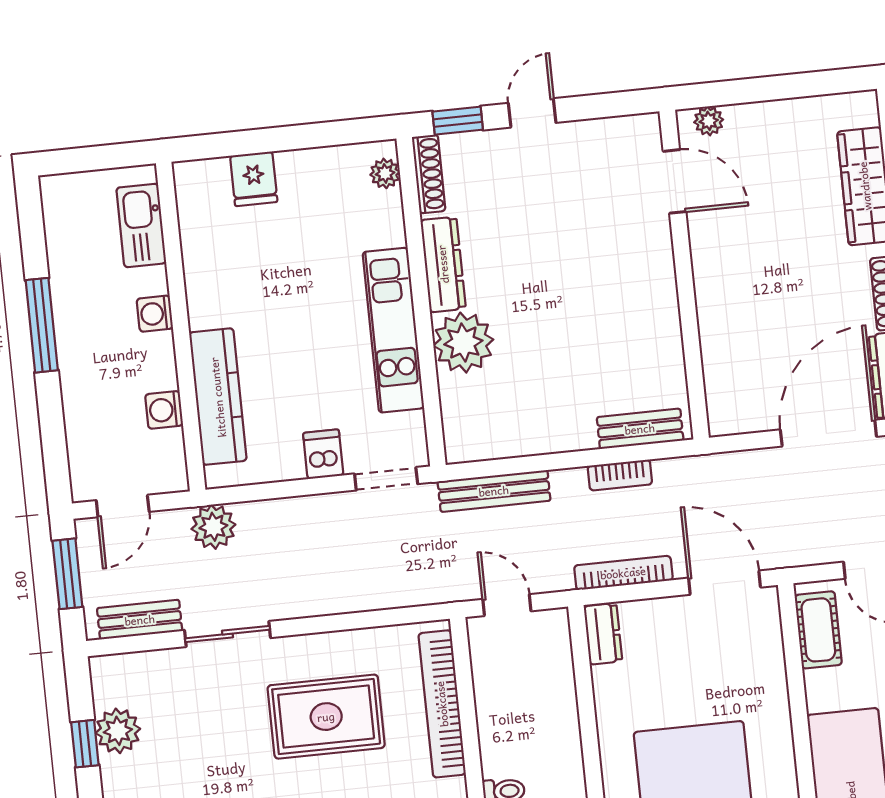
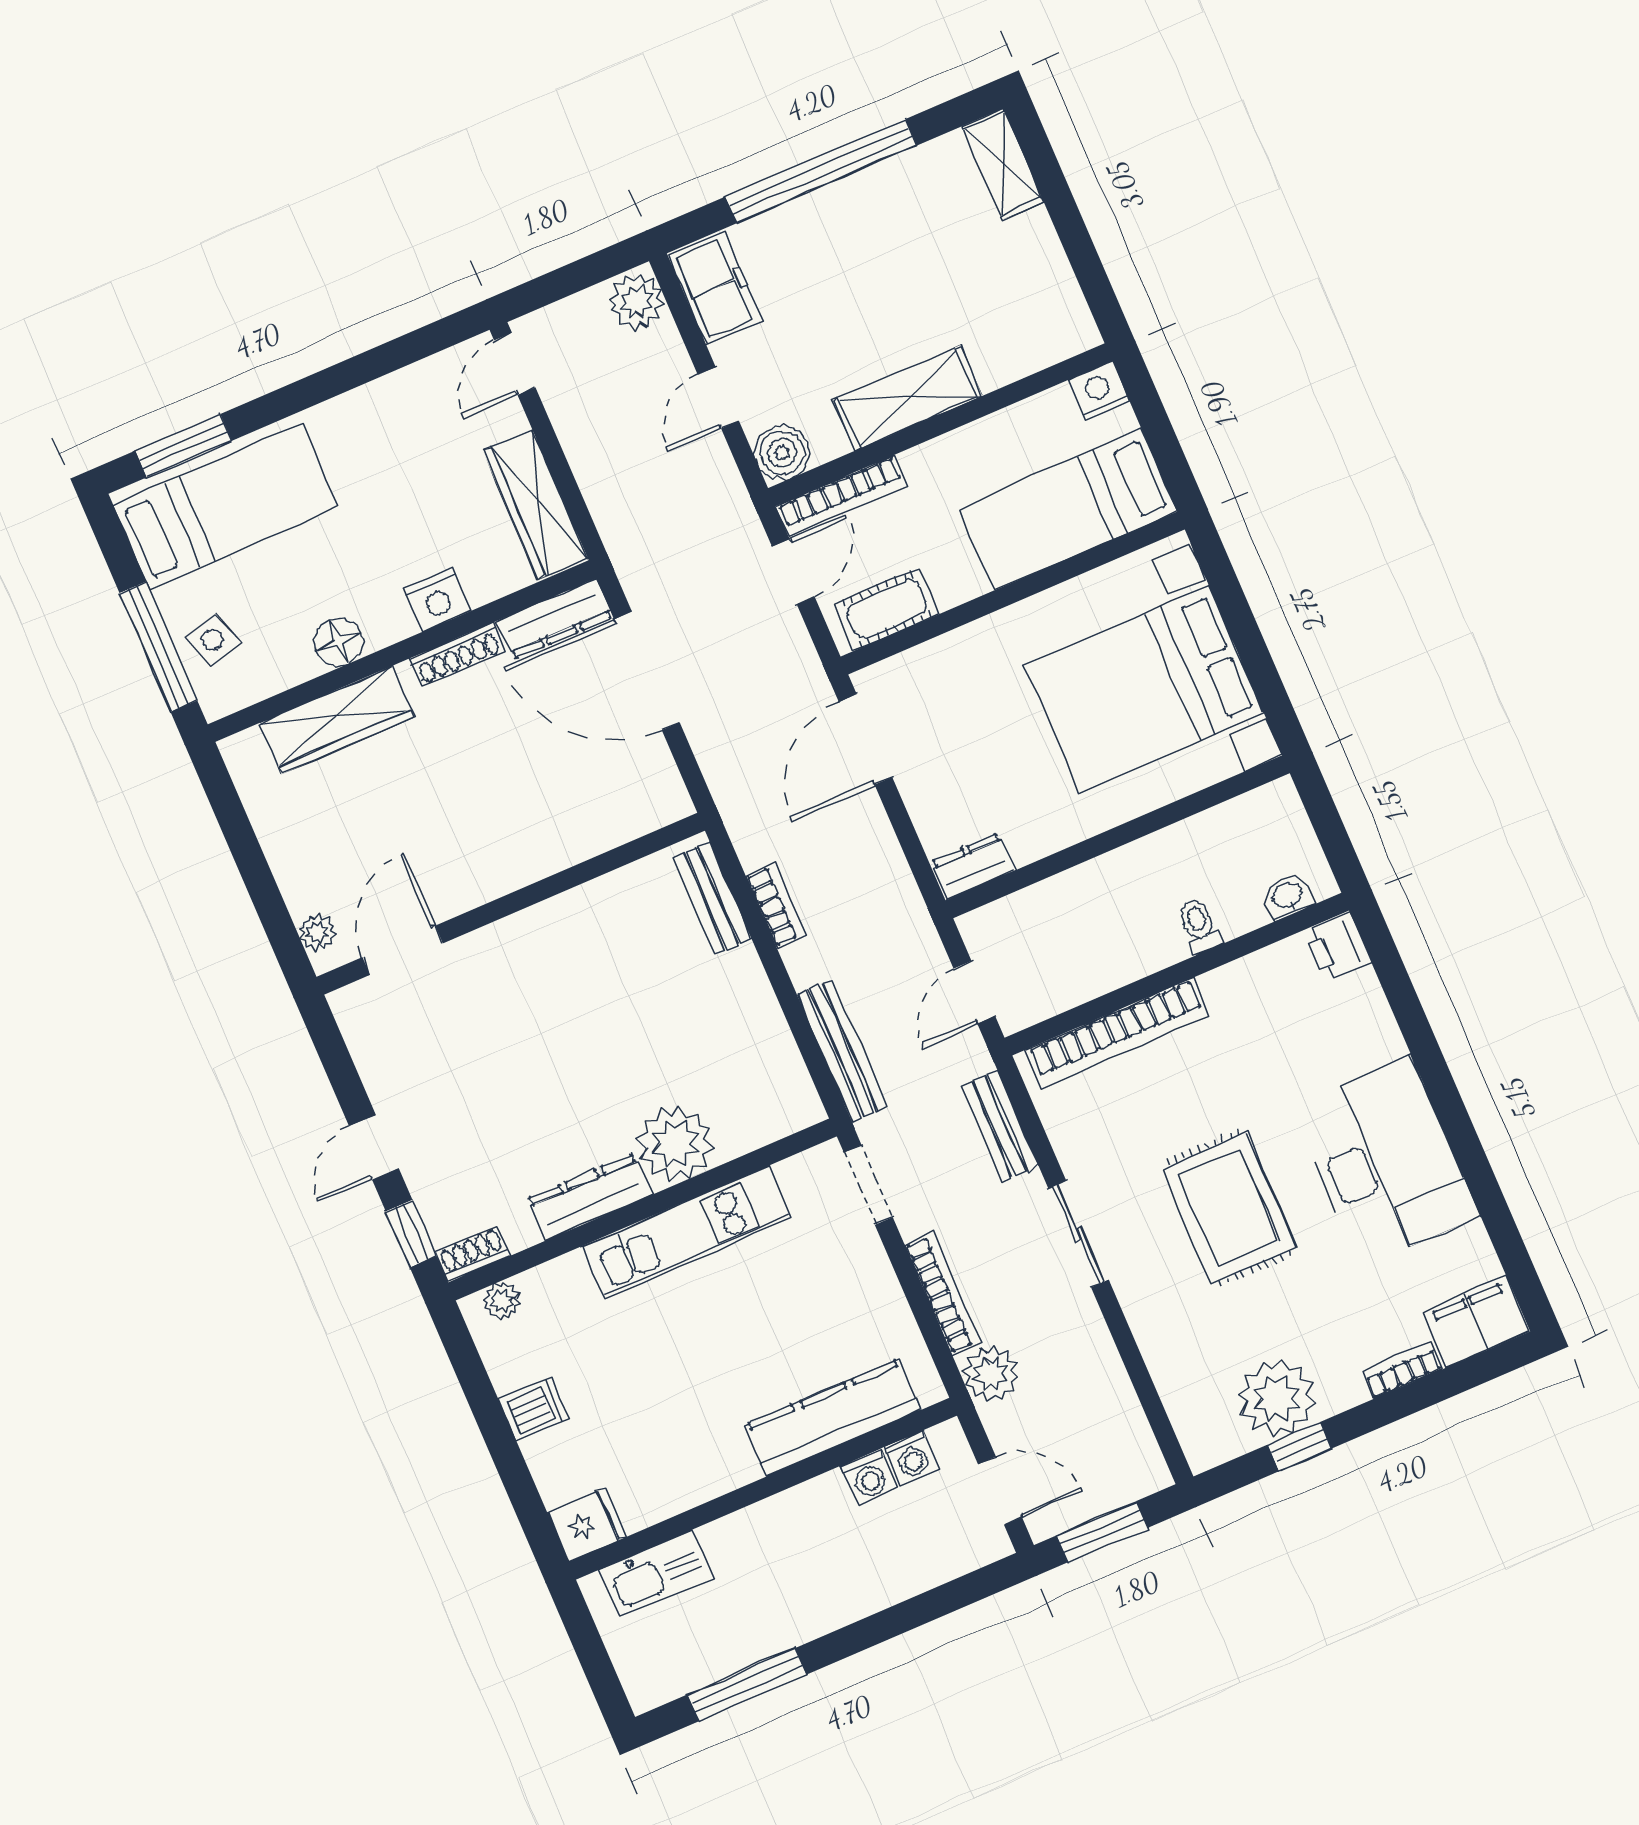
door: (532, 113) -> (374, 1147), hinge flipped
shoe rack: (429, 174) -> (473, 1254), width x0.70
fridge: (254, 179) -> (587, 1525), moved
washing machine: (155, 314) -> (912, 1458), moved
window: (42, 325) -> (747, 1685), moved
dishwasher: (323, 454) -> (534, 1409), moved, turned 180
bookcase: (623, 573) -> (943, 1294), moved, turned 180
bench: (140, 620) -> (1000, 1126), moved
sliding door: (228, 634) -> (1079, 1234), moved
rug: (326, 717) -> (1229, 1208), moved
plant: (118, 731) -> (1277, 1398), width x1.36, depth x1.36

